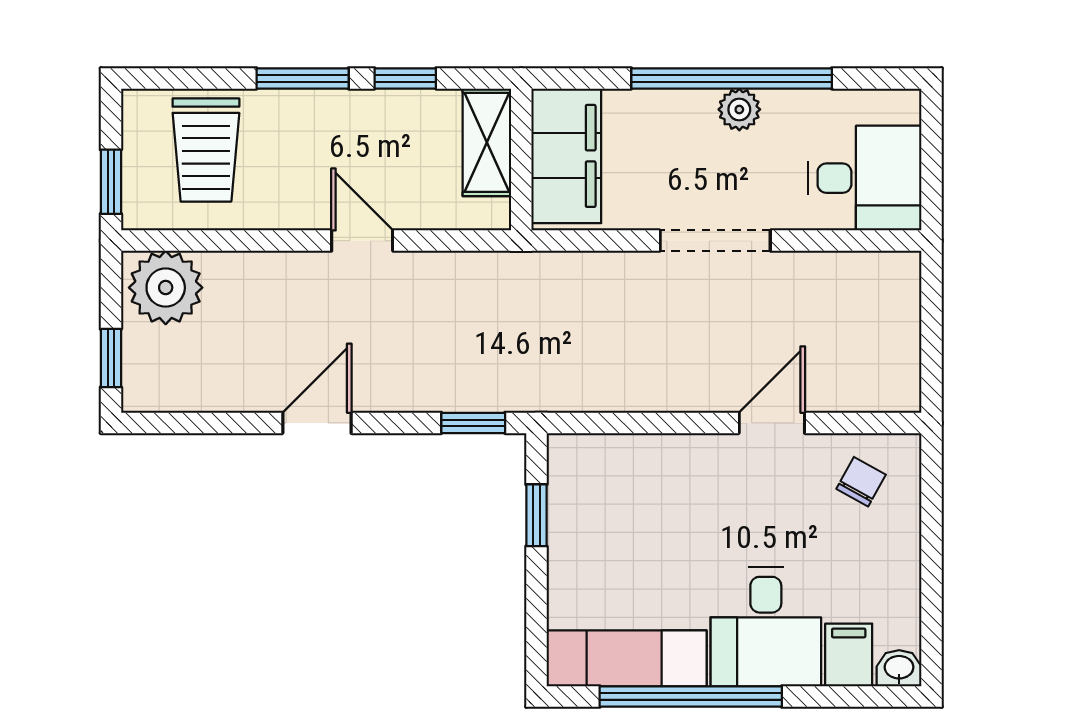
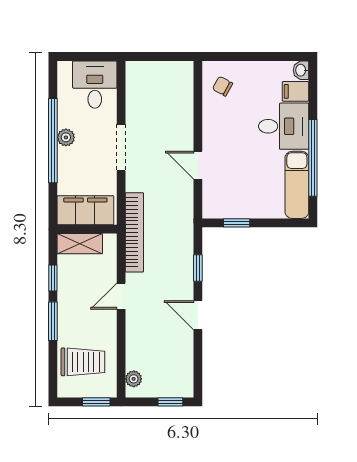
bookcase: (514, 272) -> (134, 232), added
plant: (166, 288) -> (134, 379), width x0.53, depth x0.53
window: (473, 423) -> (198, 268), moved
door: (772, 423) -> (198, 165), moved

